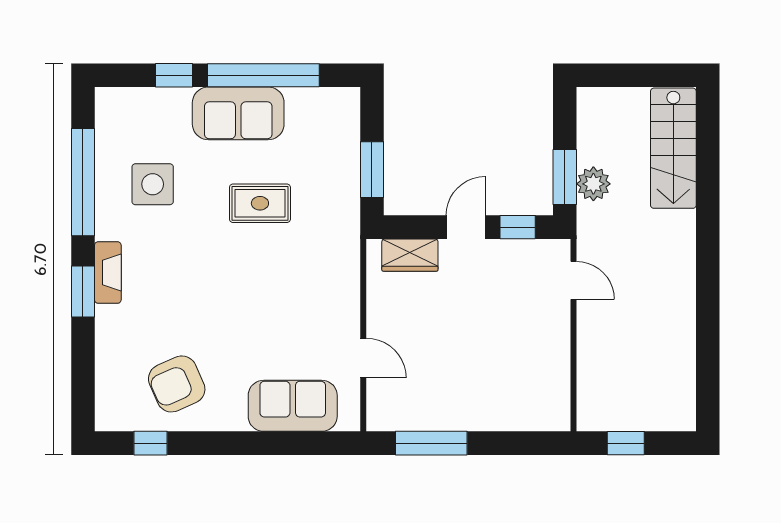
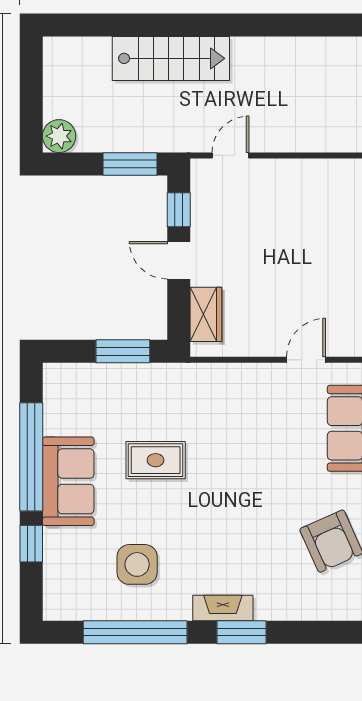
stairs: (673, 148) -> (171, 58), moved
plant: (593, 184) -> (59, 136), moved
rug: (260, 203) -> (156, 460), turned 90

